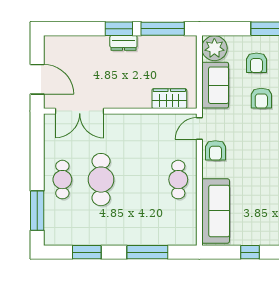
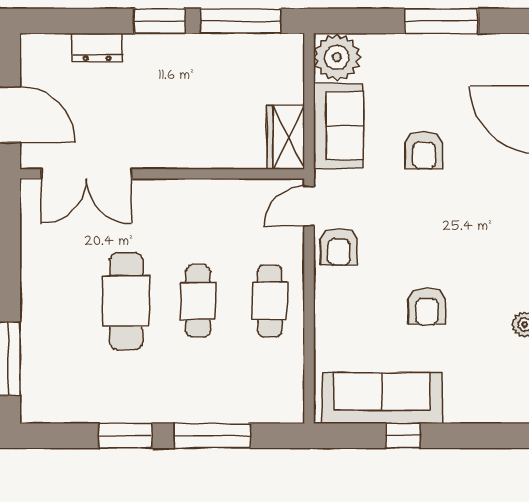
dresser: (123, 43) -> (97, 47), moved
armchair: (256, 63) -> (427, 306), moved
wardrobe: (169, 99) -> (286, 137), moved, turned -90
cafe table: (62, 180) -> (198, 301), moved
sofa: (216, 211) -> (382, 398), moved, turned -90
window: (87, 252) -> (125, 436), moved

